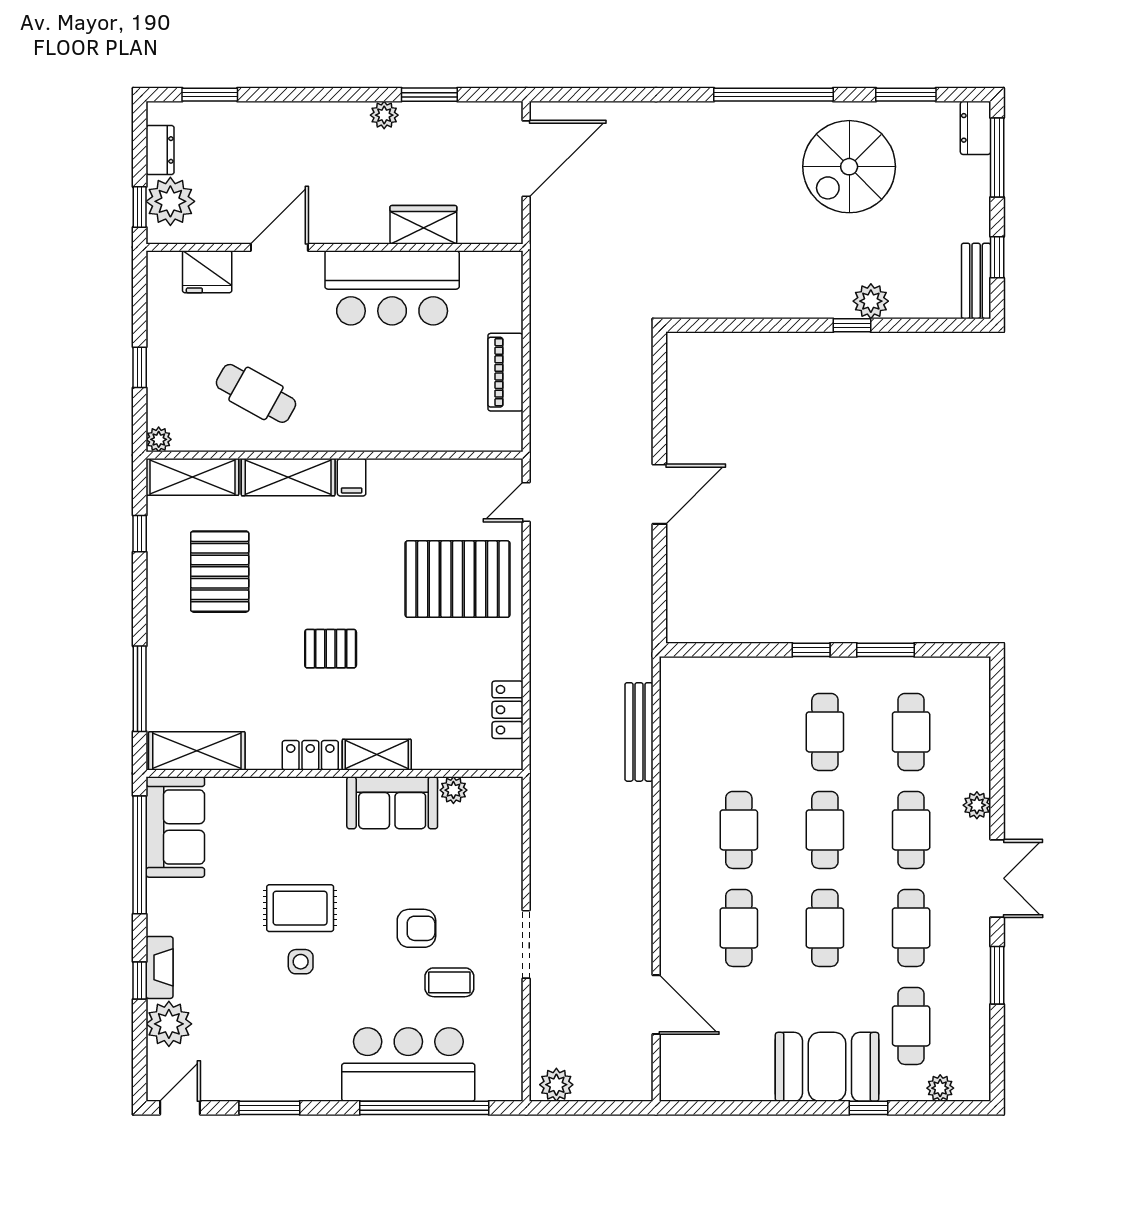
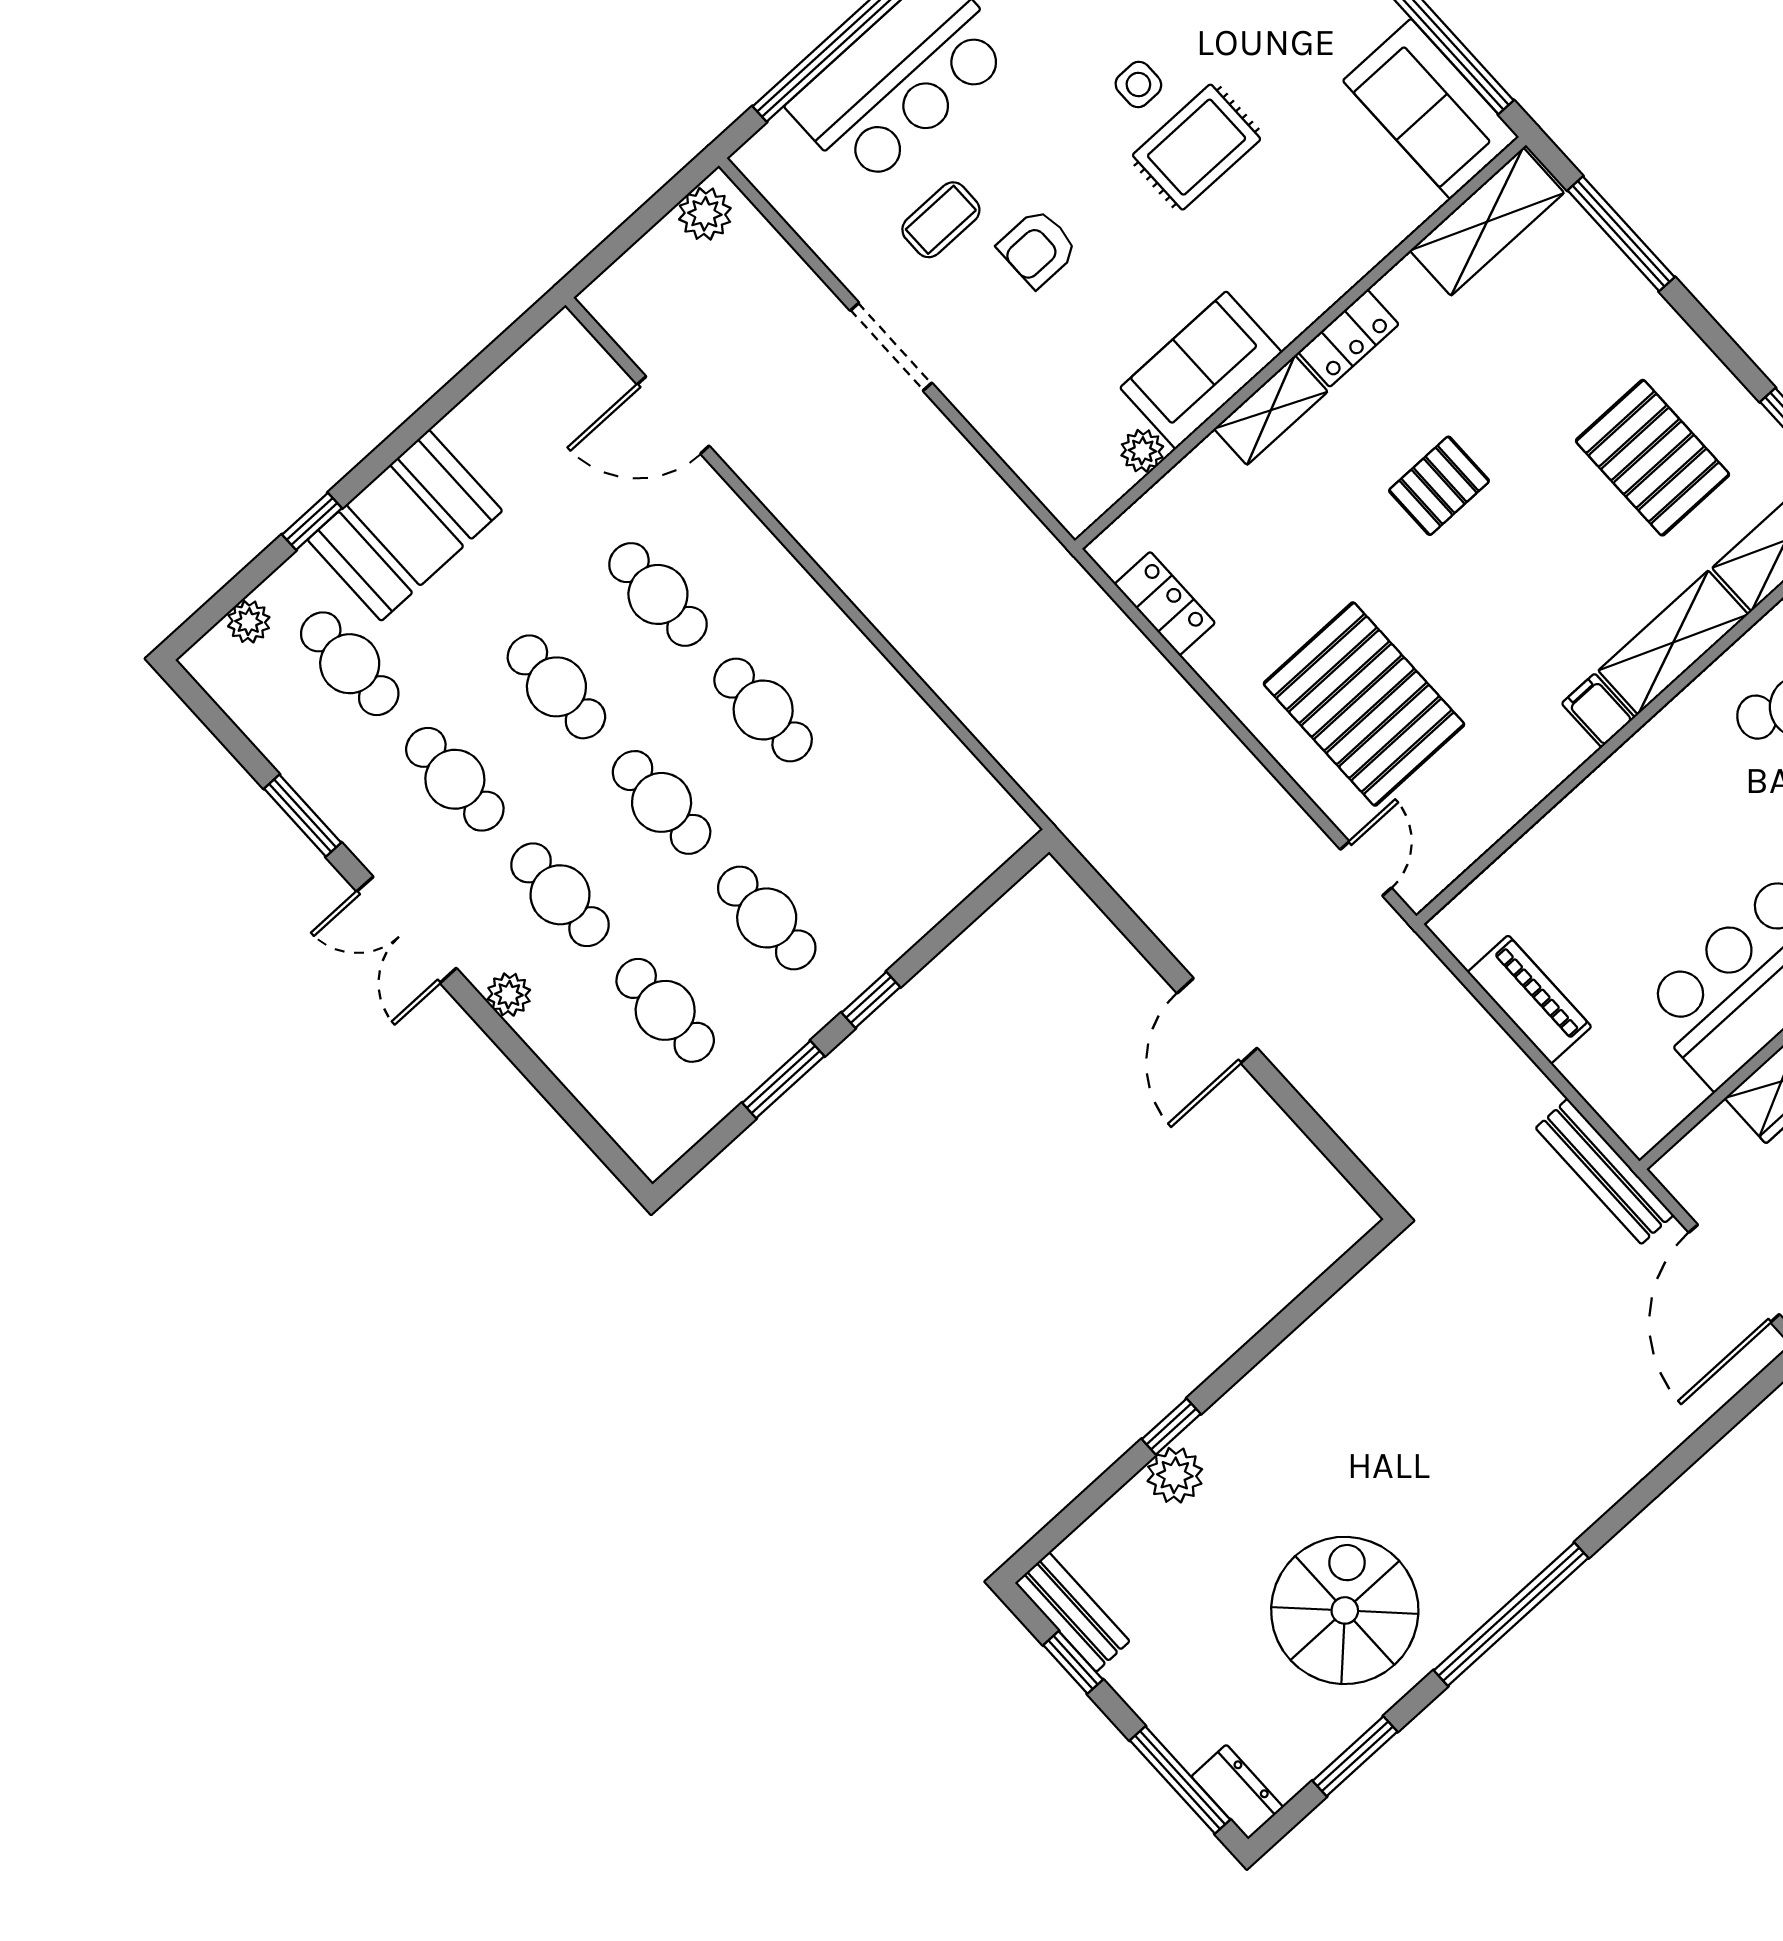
pallet: (458, 579) -> (1364, 704), turned 90
bench: (639, 732) -> (1605, 1171), moved

